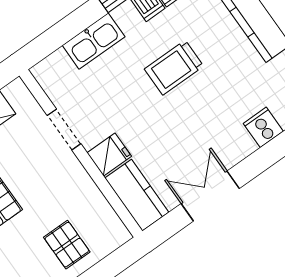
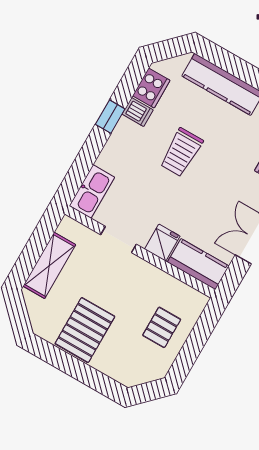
kitchen sink: (94, 41) -> (92, 192), moved
pallet: (67, 245) -> (162, 327), turned 90

